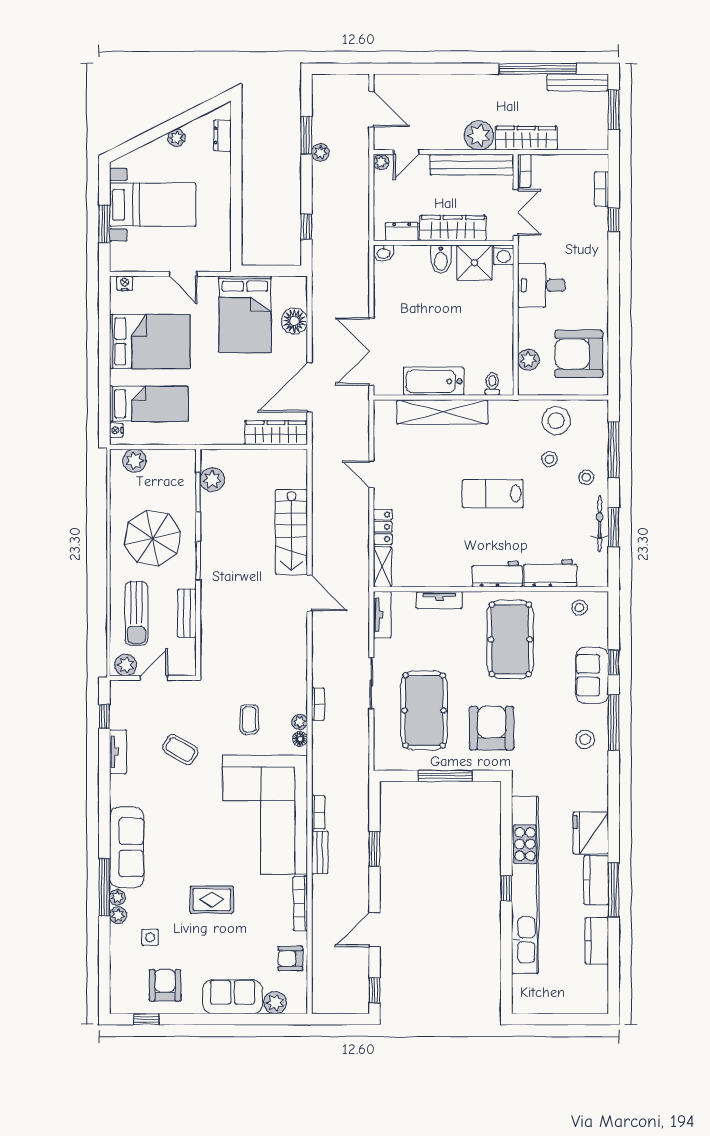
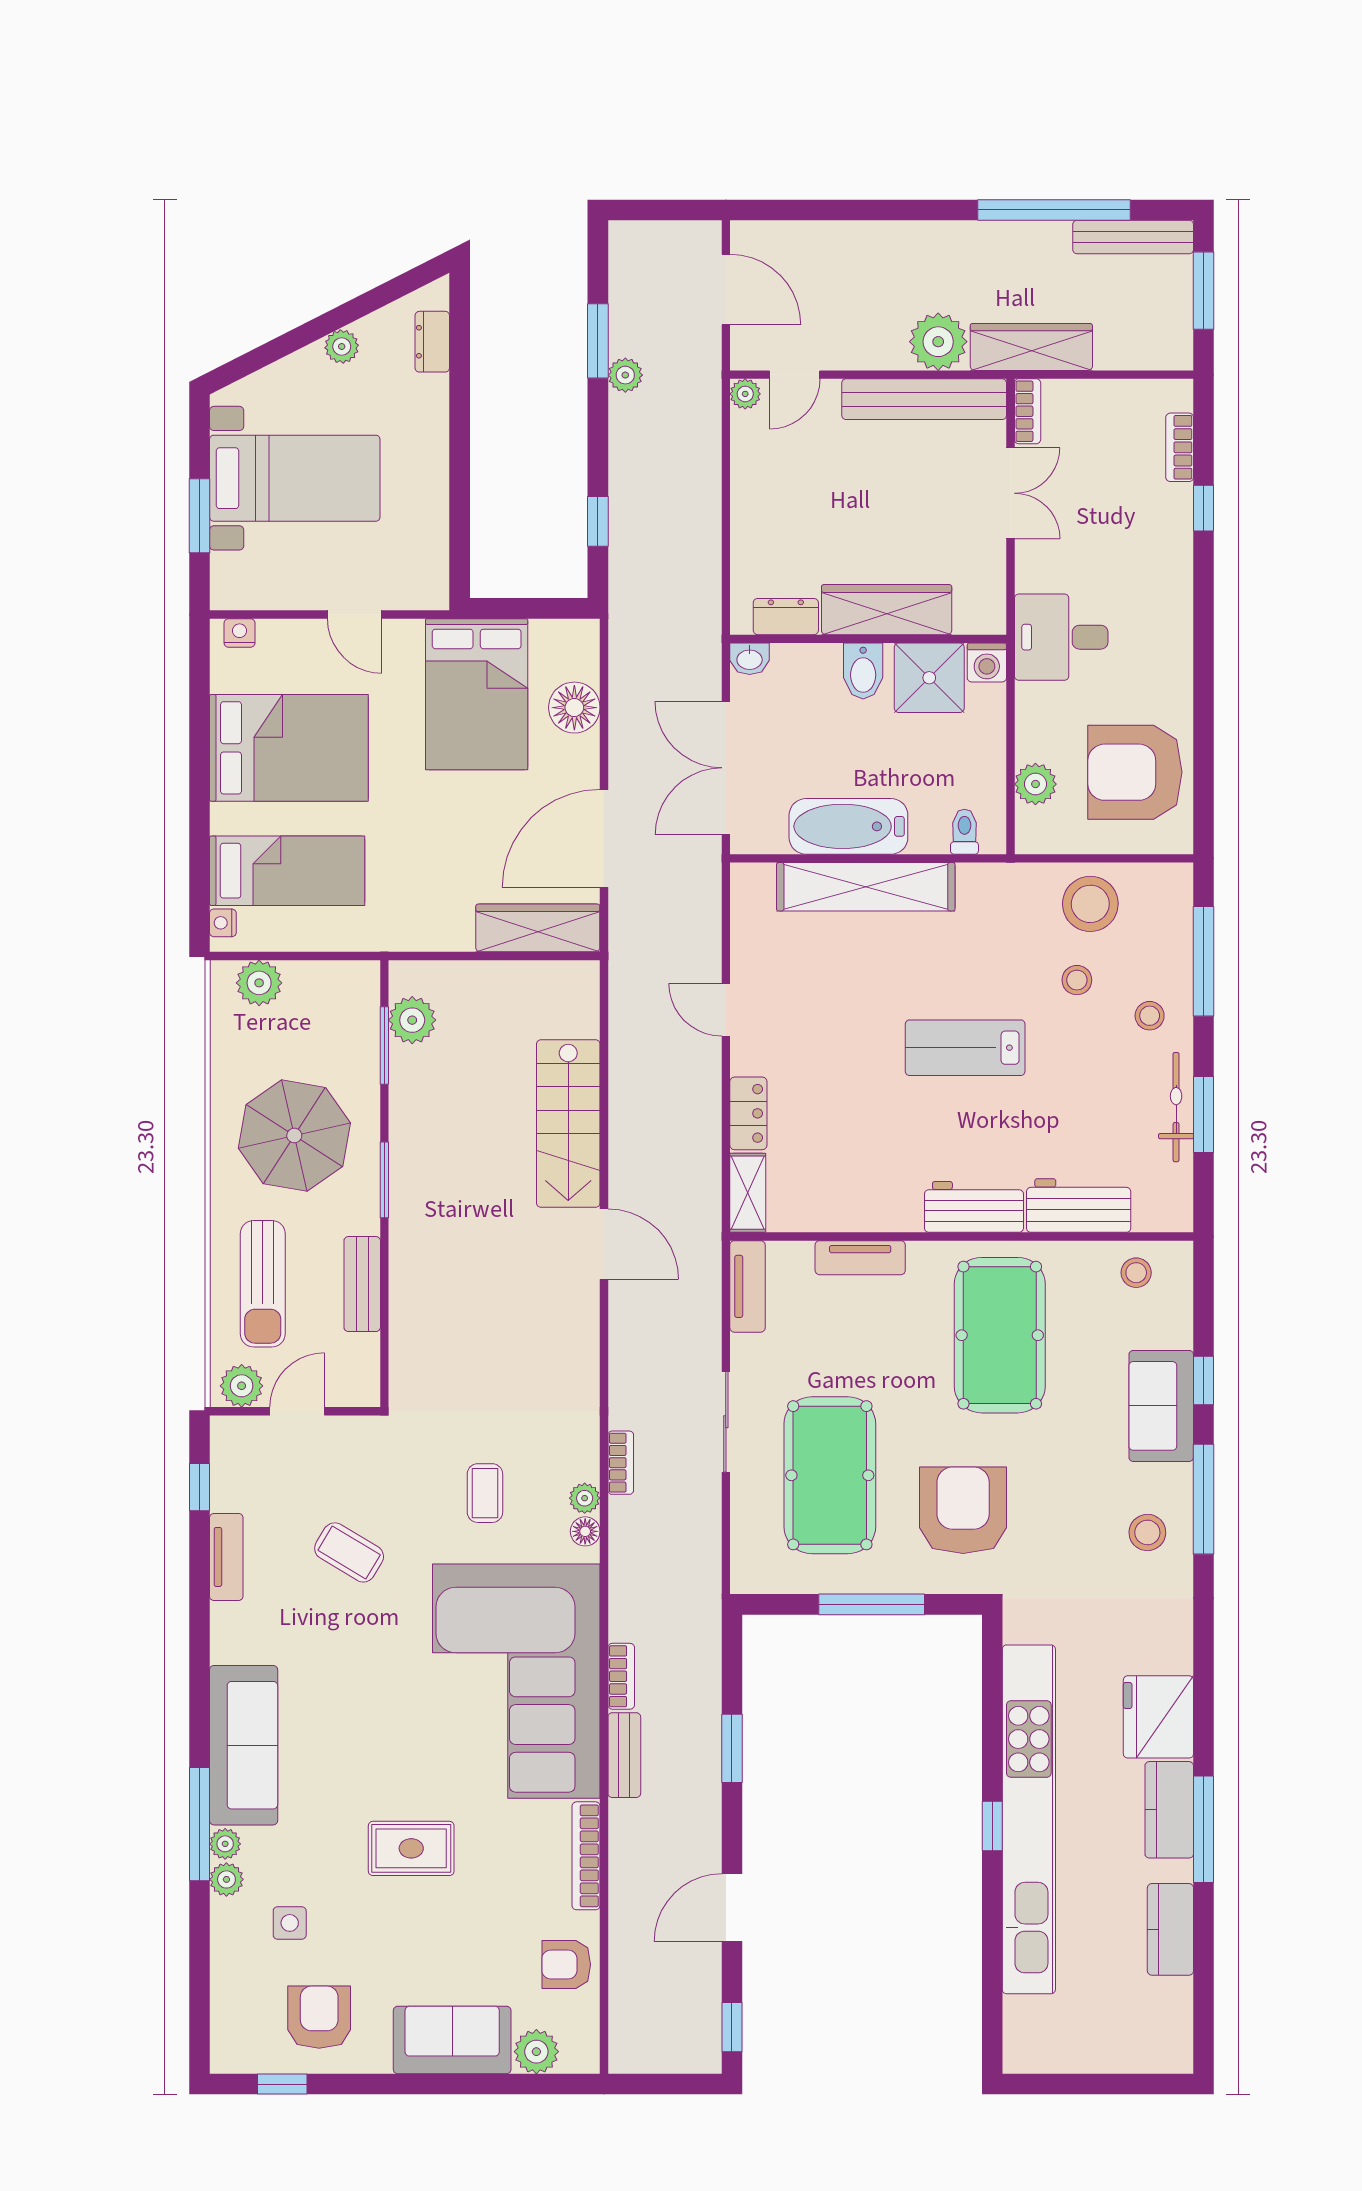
wardrobe: (453, 228) -> (887, 610), moved
dresser: (402, 232) -> (786, 617), moved
wall: (444, 243) -> (868, 639), moved
washbasin: (383, 253) -> (750, 659), moved
washing machine: (504, 255) -> (987, 662), moved
bidet: (441, 259) -> (863, 671), moved
shower: (474, 263) -> (929, 678), moved

